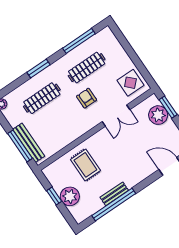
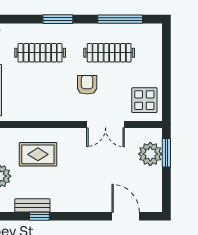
rug: (85, 165) -> (38, 154), turned 90
bench: (114, 194) -> (32, 205), moved
window: (114, 204) -> (39, 216), width x0.32

